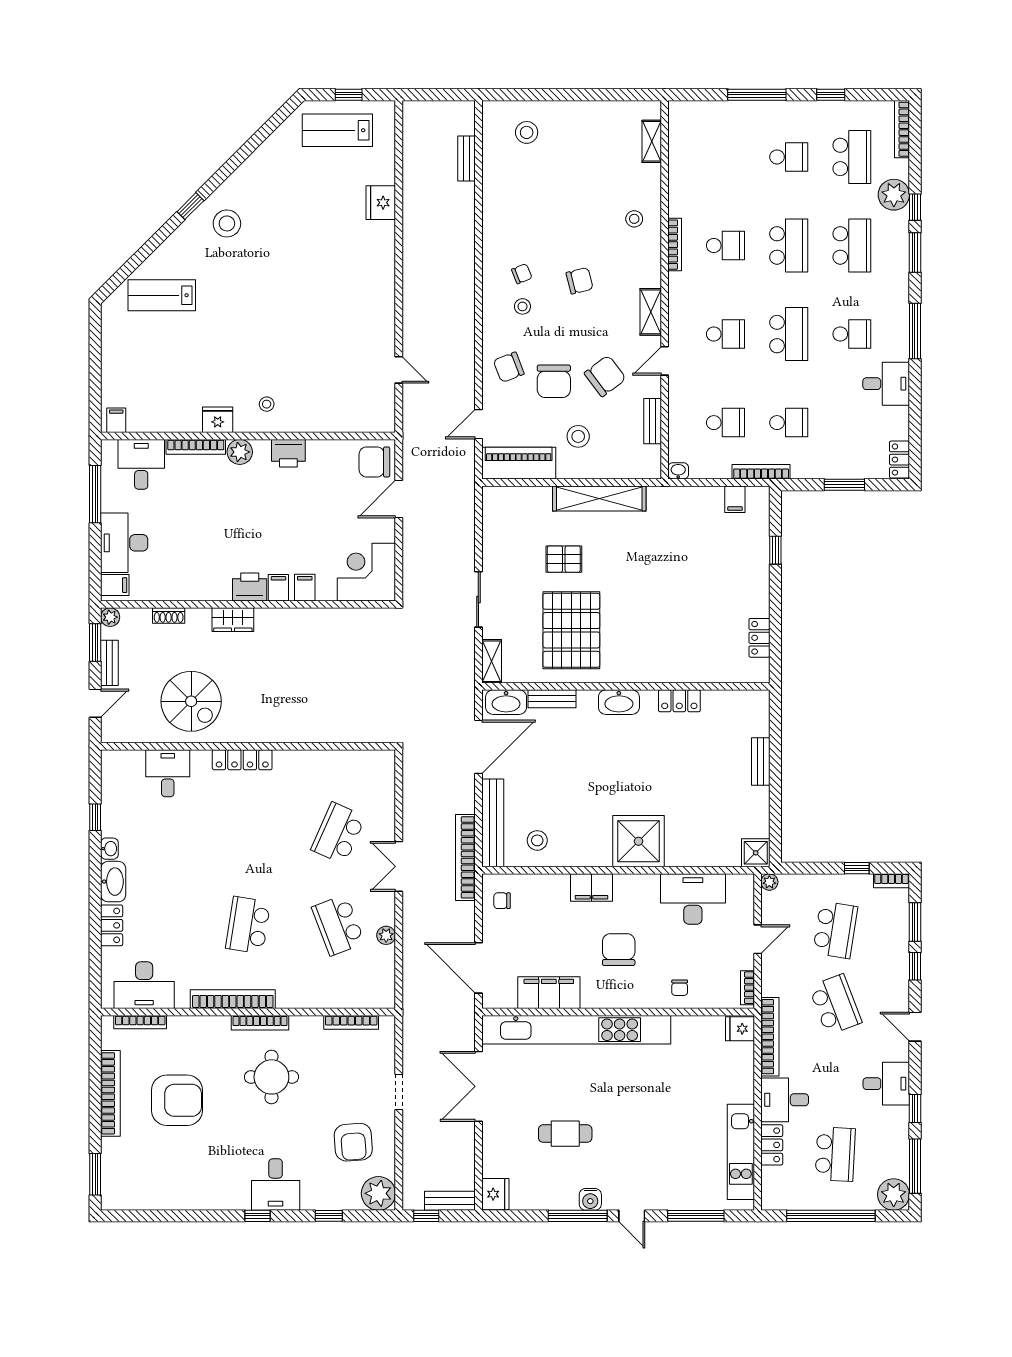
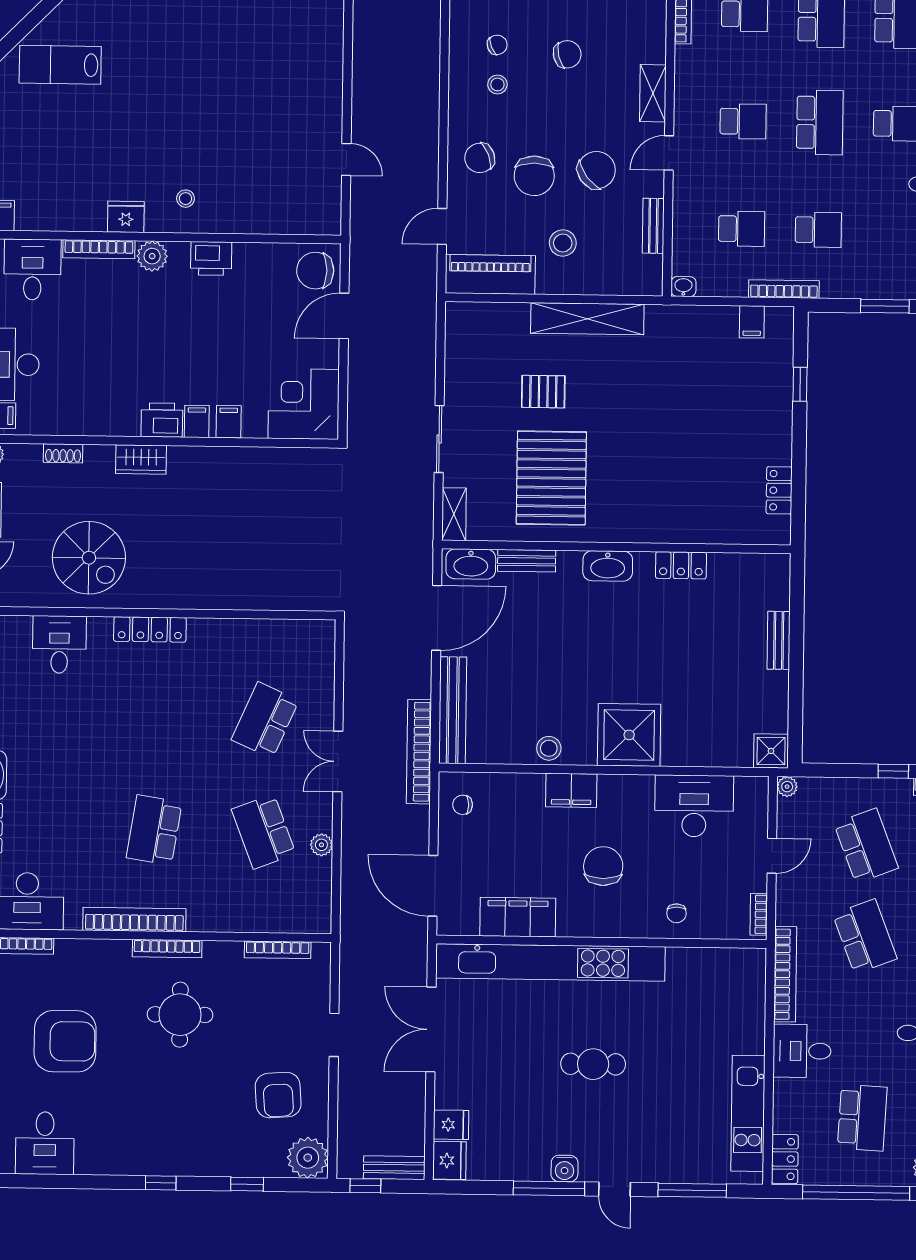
stool: (537, 840) -> (549, 748), moved
school desk: (835, 930) -> (866, 846), turned -30
fridge: (740, 1029) -> (451, 1125), moved, turned 180
cafe table: (565, 1134) -> (593, 1064), moved
locker: (772, 1145) -> (785, 1159), moved
desk: (276, 1184) -> (45, 1143), moved

